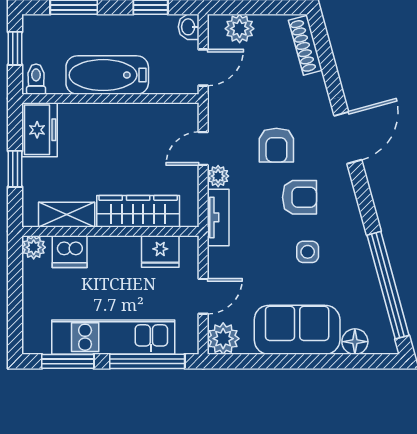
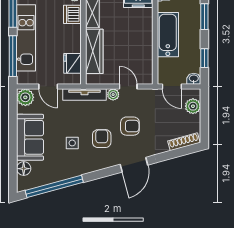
door: (348, 138) -> (134, 165), hinge flipped
armchair: (276, 145) -> (130, 126), turned 180
armchair: (299, 197) -> (102, 139), turned 180
tv unit: (218, 217) -> (85, 95), width x1.41

